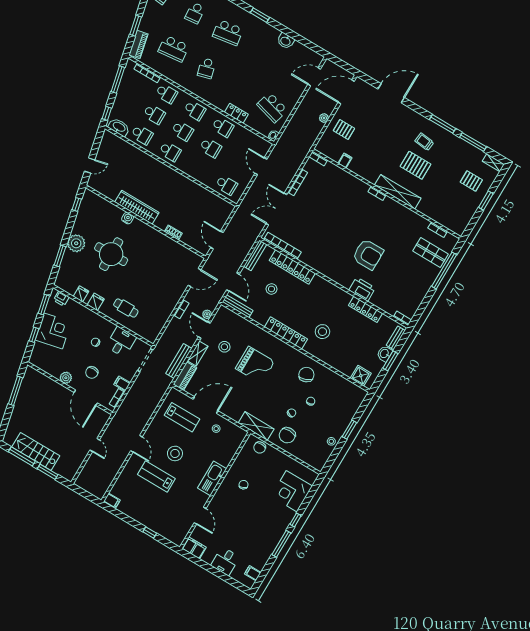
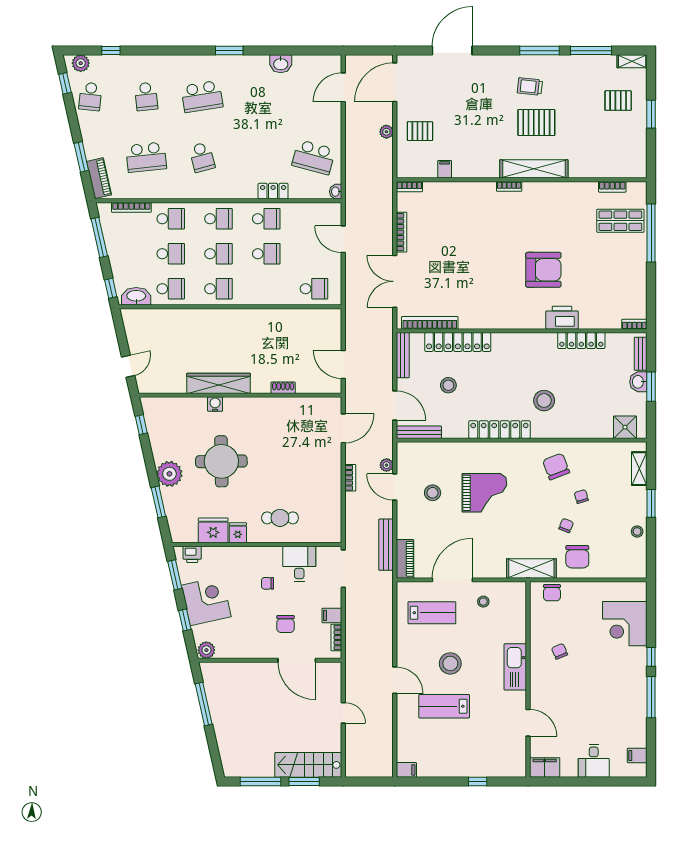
fridge: (81, 294) -> (213, 530), width x1.88, depth x1.34
shelving: (198, 353) -> (639, 469), moved
plant: (66, 378) -> (206, 650), moved
stairs: (36, 451) -> (308, 765), moved

